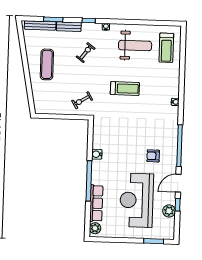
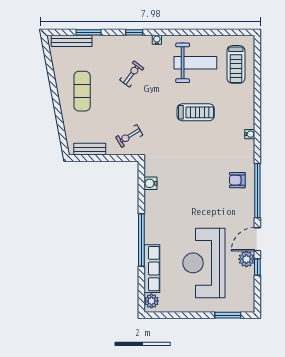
bench: (69, 27) -> (90, 149), moved
treadmill: (125, 89) -> (196, 112), moved
water cooler: (97, 154) -> (151, 183), moved
armchair: (153, 156) -> (237, 180), moved
plant: (169, 211) -> (246, 259), moved

